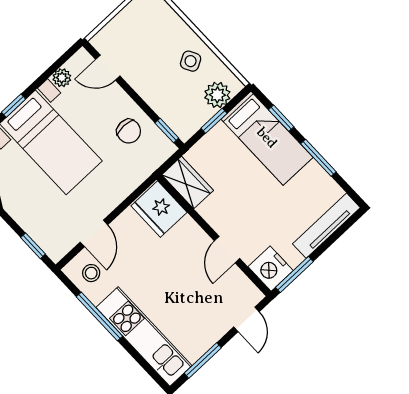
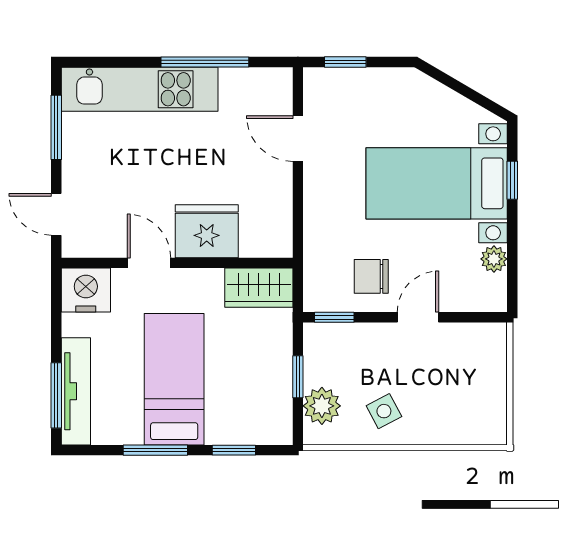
door: (108, 68) -> (418, 317), moved
bed: (267, 138) -> (174, 379), moved, turned 90
fridge: (159, 209) -> (207, 231), moved
stool: (91, 273) -> (259, 96), removed
window: (294, 274) -> (56, 395), moved

